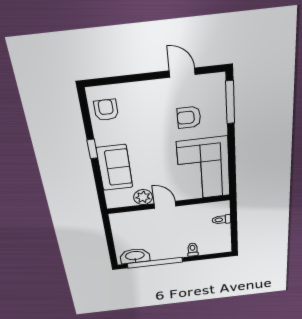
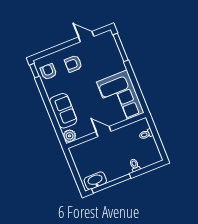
armchair: (189, 117) -> (73, 64), moved
window: (92, 149) -> (34, 71), moved
plant: (143, 197) -> (70, 136), moved

